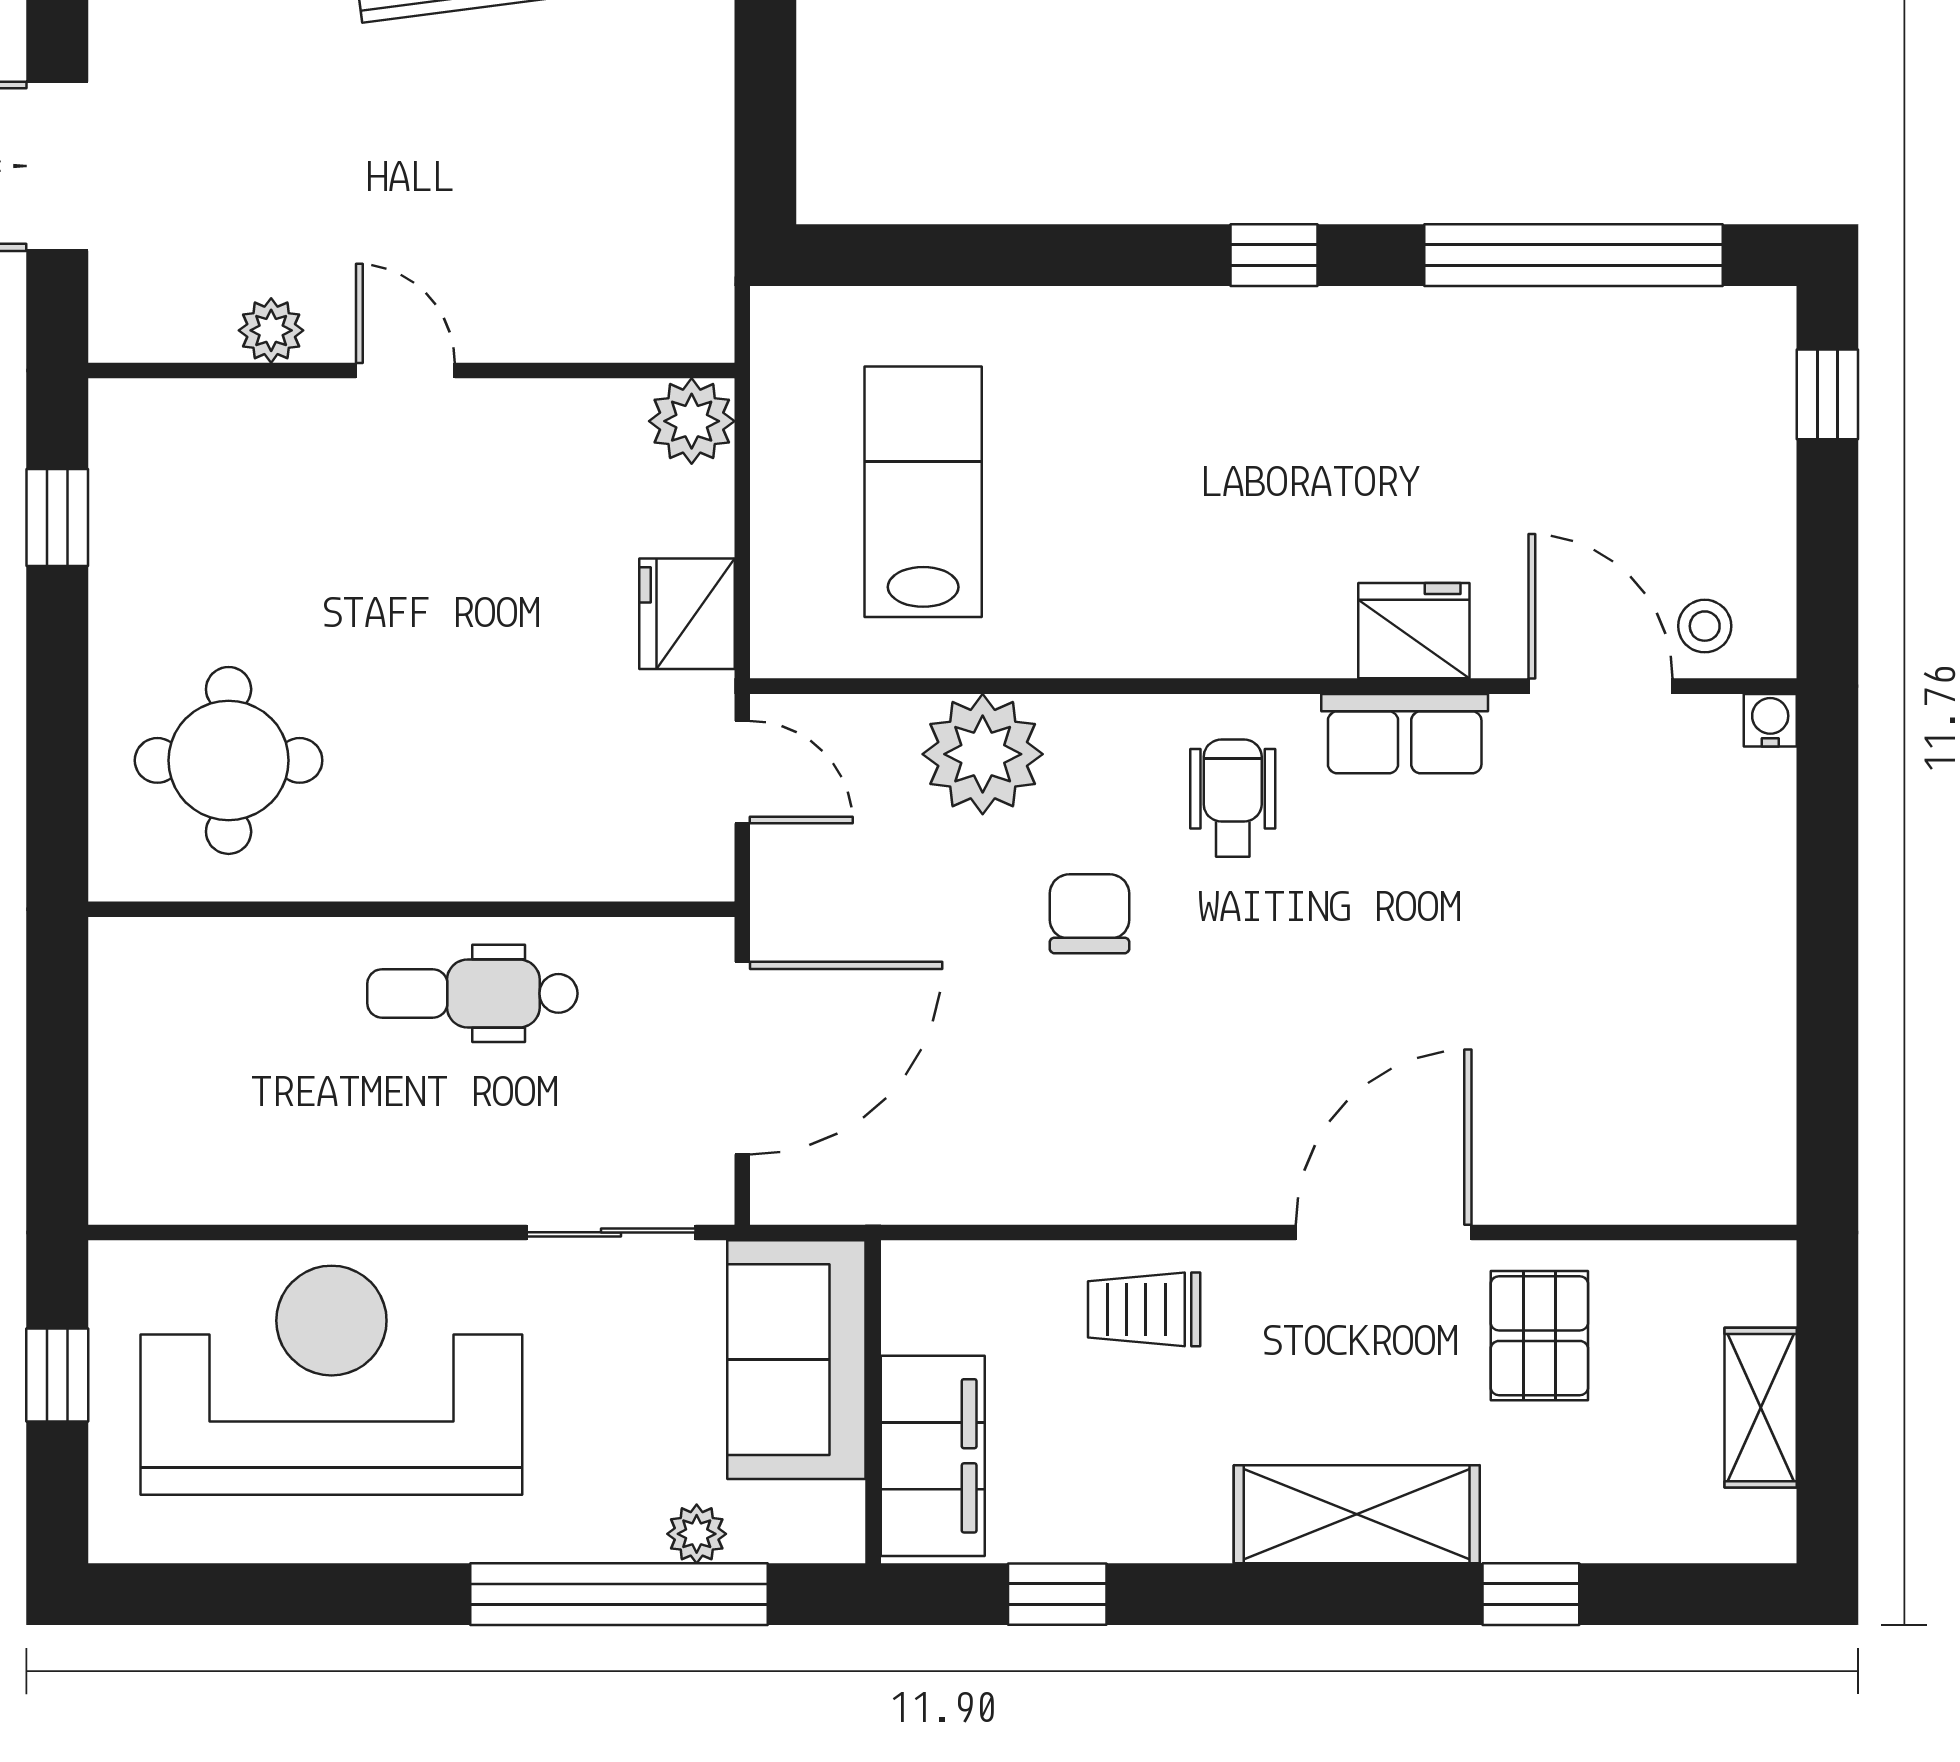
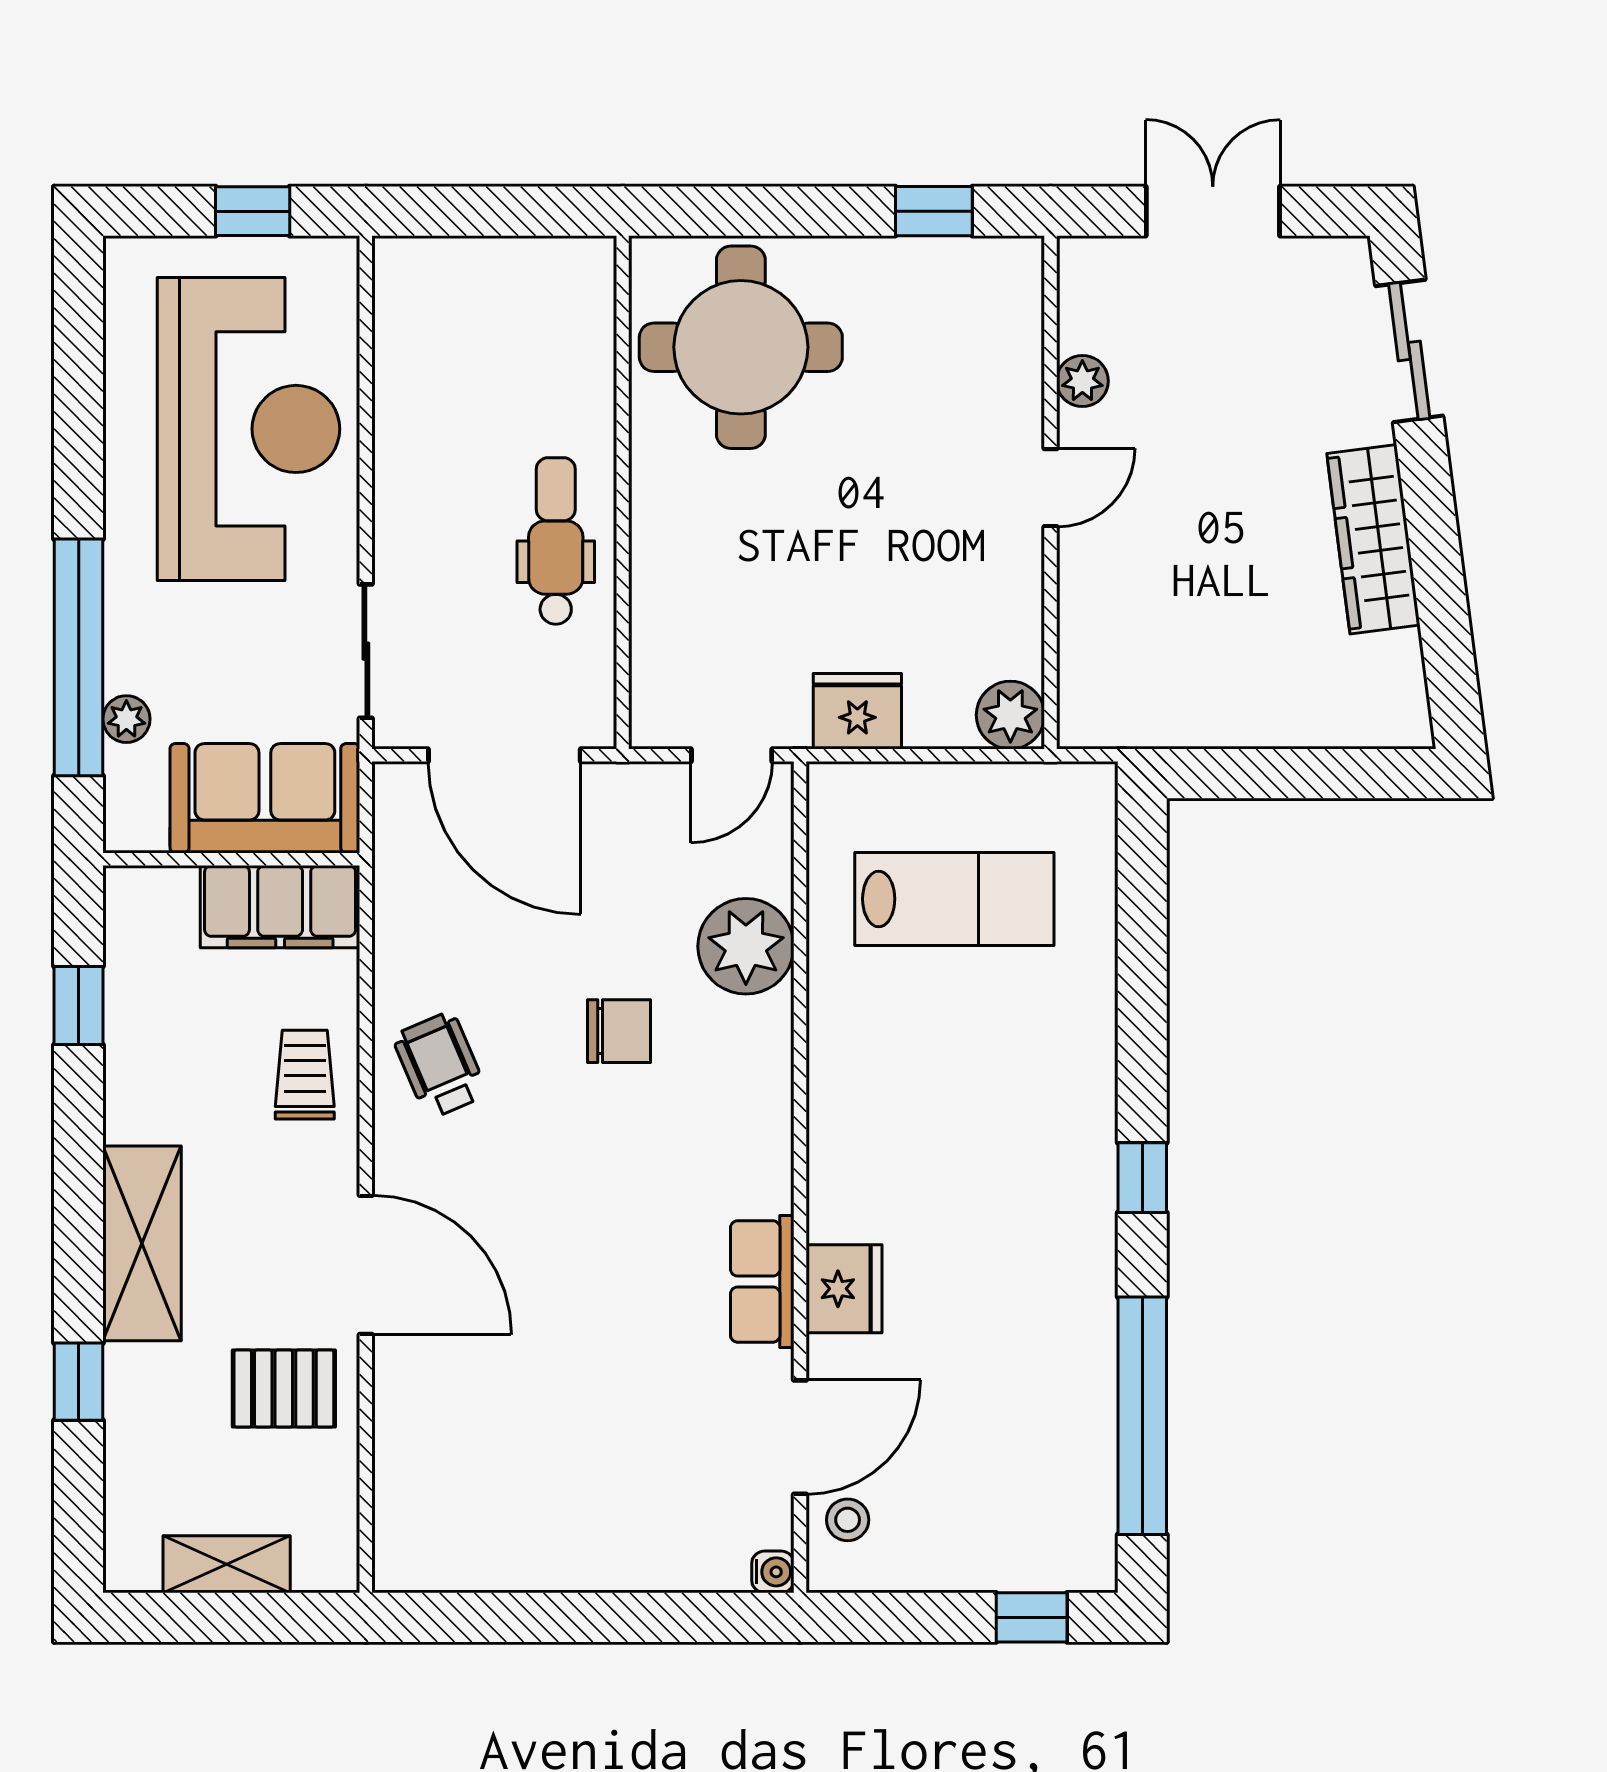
round table: (229, 760) -> (741, 347), width x1.36, depth x1.36
wheelchair: (1233, 798) -> (440, 1065), moved, turned -113
filing cabinet: (933, 1456) -> (280, 907), moved

